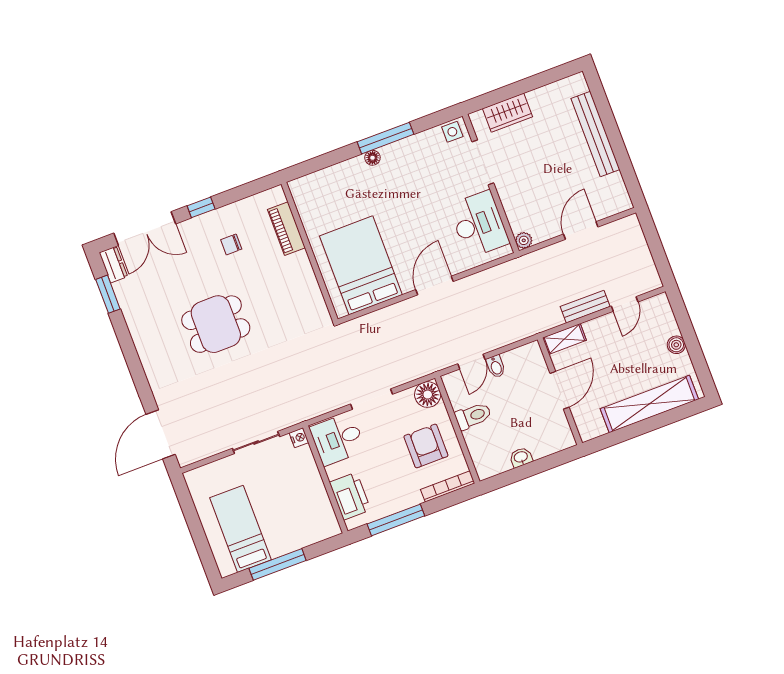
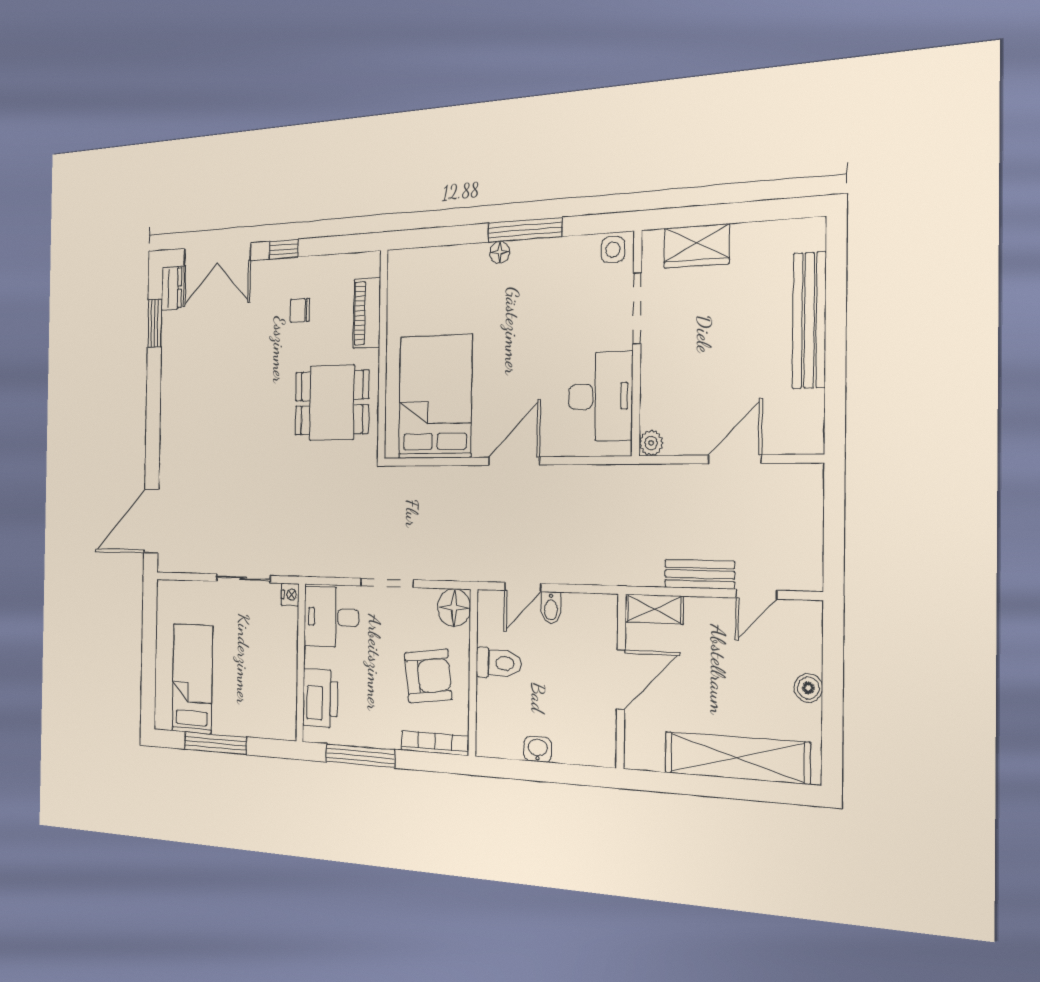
dining table: (216, 324) -> (332, 403), moved
armchair: (426, 446) -> (428, 676), turned 83

